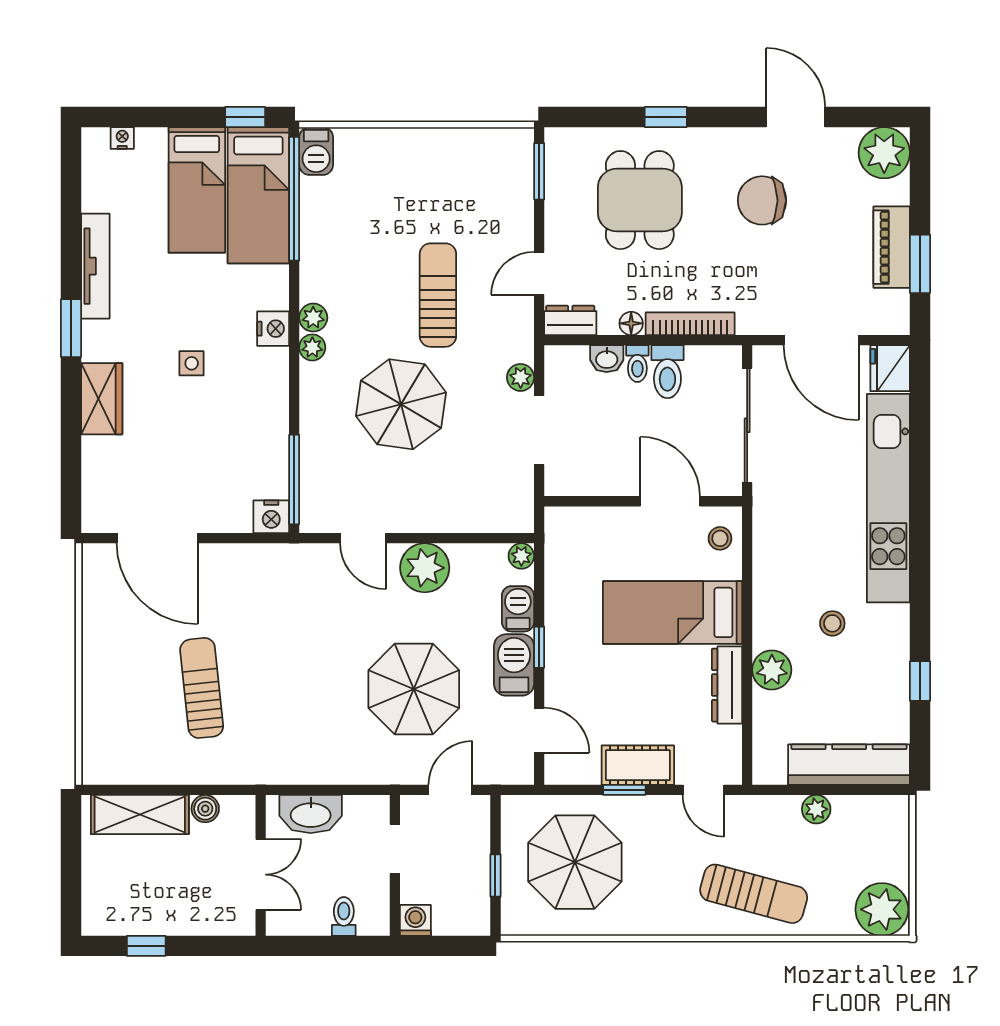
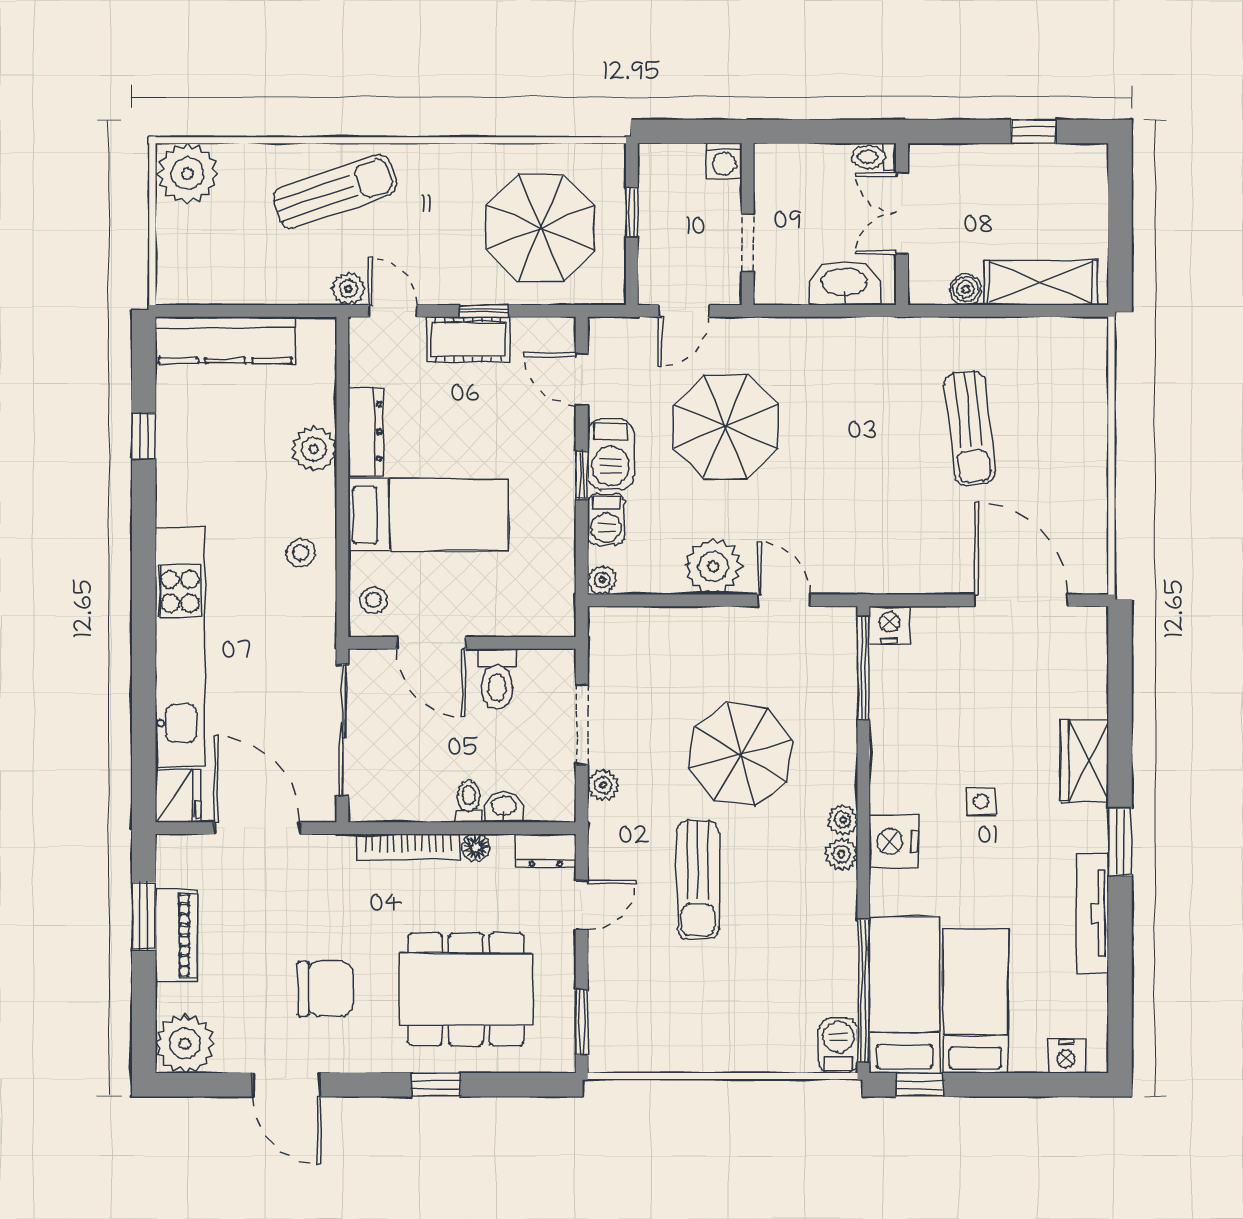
nightstand: (122, 138) -> (1066, 1056), width x1.39, depth x1.35
dining table: (640, 200) -> (466, 989), width x1.38
nightstand: (273, 329) -> (894, 841), width x1.36, depth x1.33
toilet: (667, 372) -> (497, 679), moved, turned 180
stool: (832, 623) -> (301, 553), moved
plant: (816, 809) -> (349, 289), moved
sun lounger: (754, 894) -> (335, 191), turned 146
toilet: (344, 916) -> (874, 157), moved, turned 90

